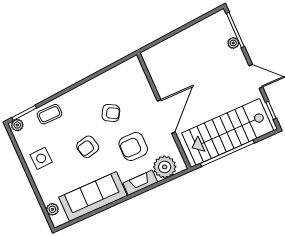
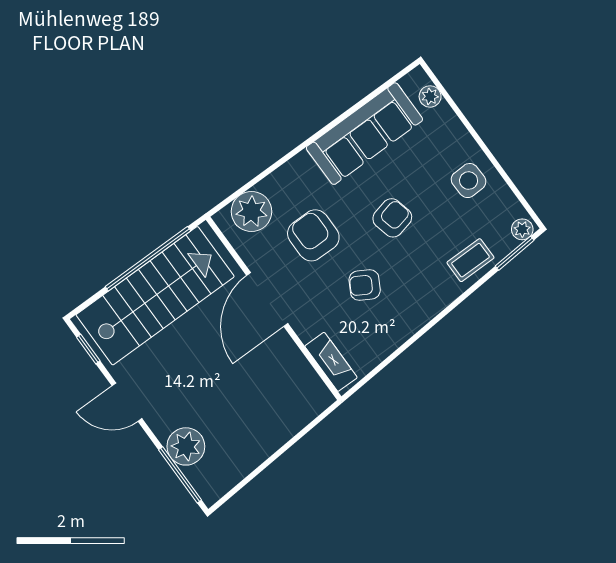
plant: (233, 43) -> (186, 446), width x1.88, depth x1.88
armchair: (133, 146) -> (313, 235), turned -90
fireplace: (140, 183) -> (331, 362), moved, turned -90

